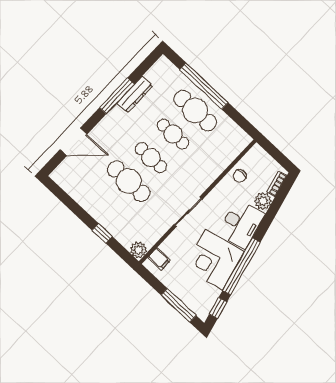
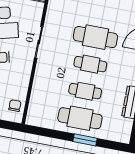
window: (204, 86) -> (85, 140), width x0.47
chair: (240, 176) -> (15, 106), moved

